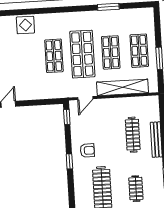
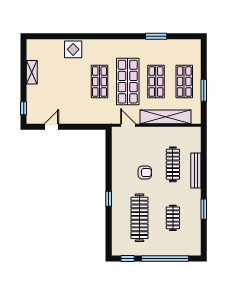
door: (85, 98) -> (128, 125), swing flipped
window: (67, 117) -> (109, 143), removed
armchair: (87, 150) -> (145, 173), moved
window: (69, 161) -> (109, 199), moved

